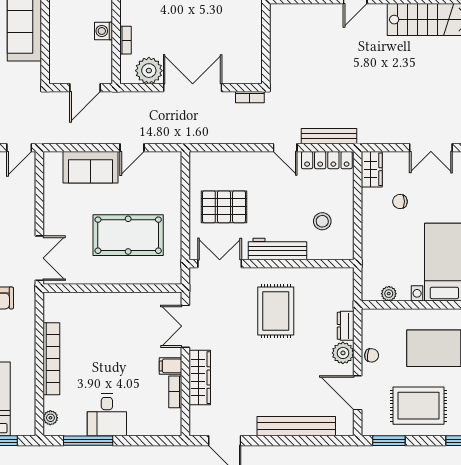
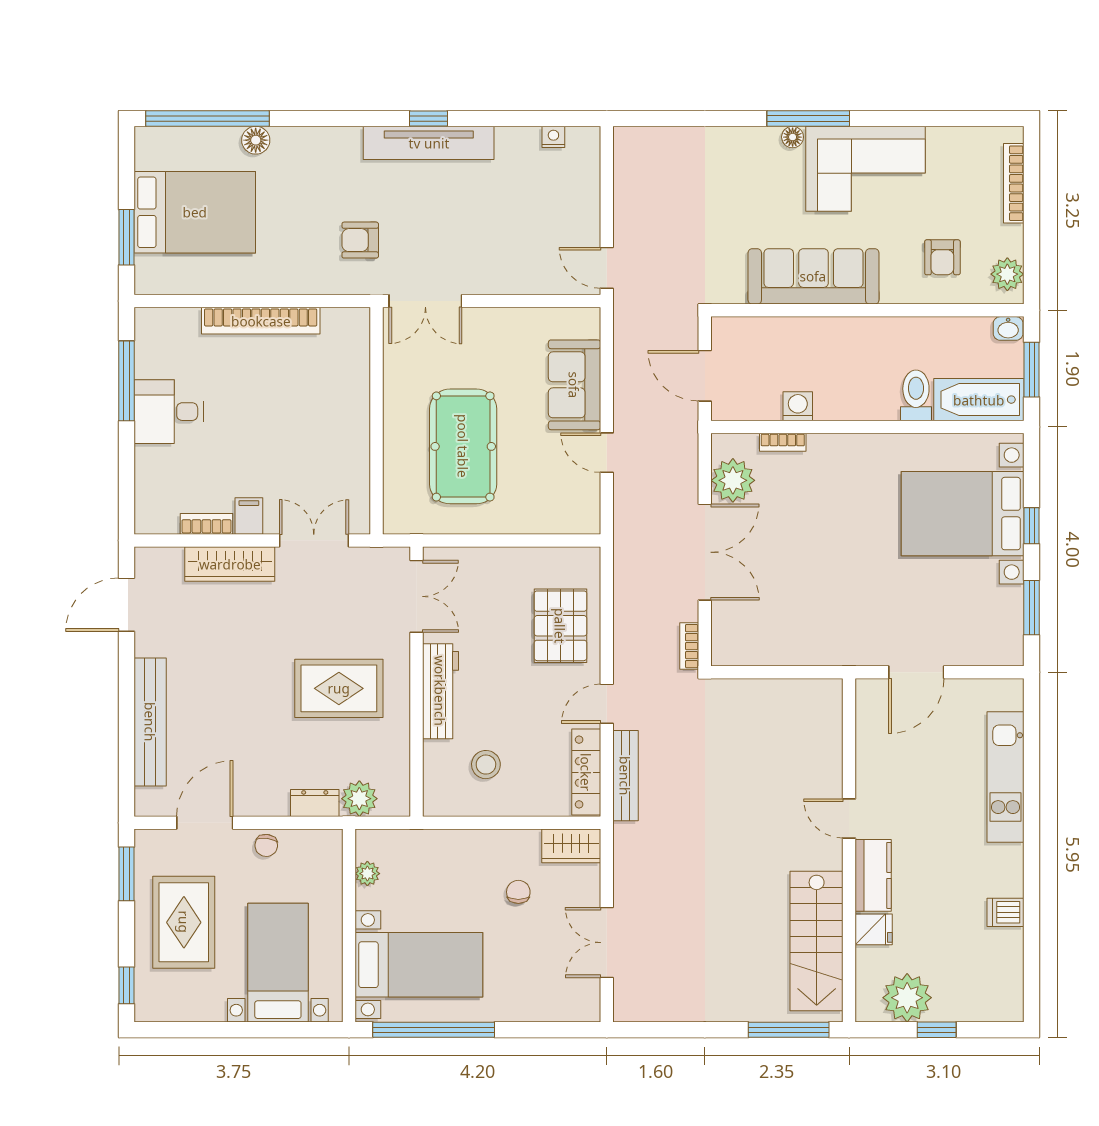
pallet: (224, 207) -> (560, 626), moved
plant: (343, 353) -> (359, 799), moved
plant: (50, 418) -> (164, 319), removed

